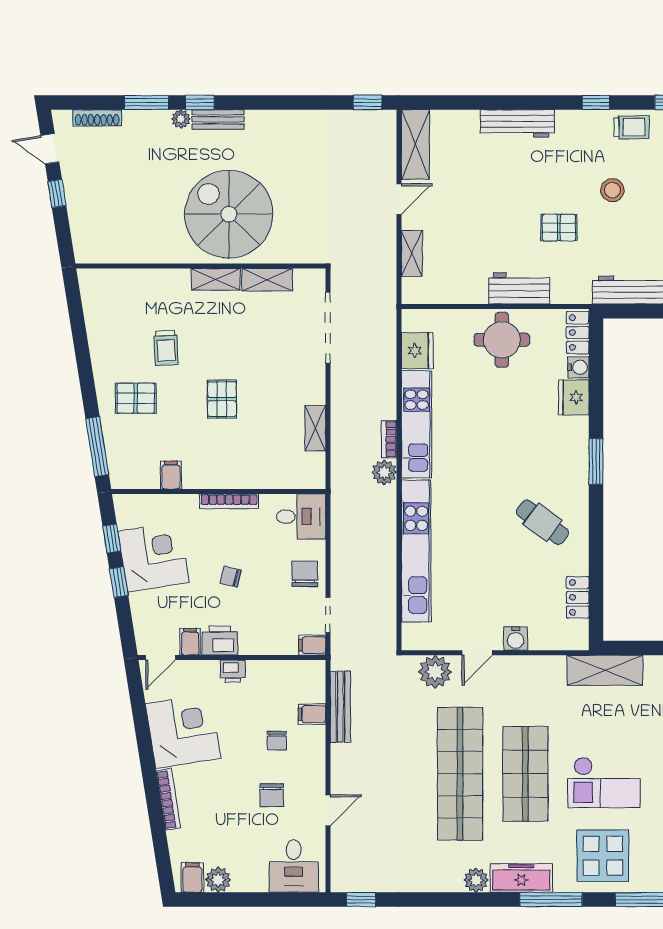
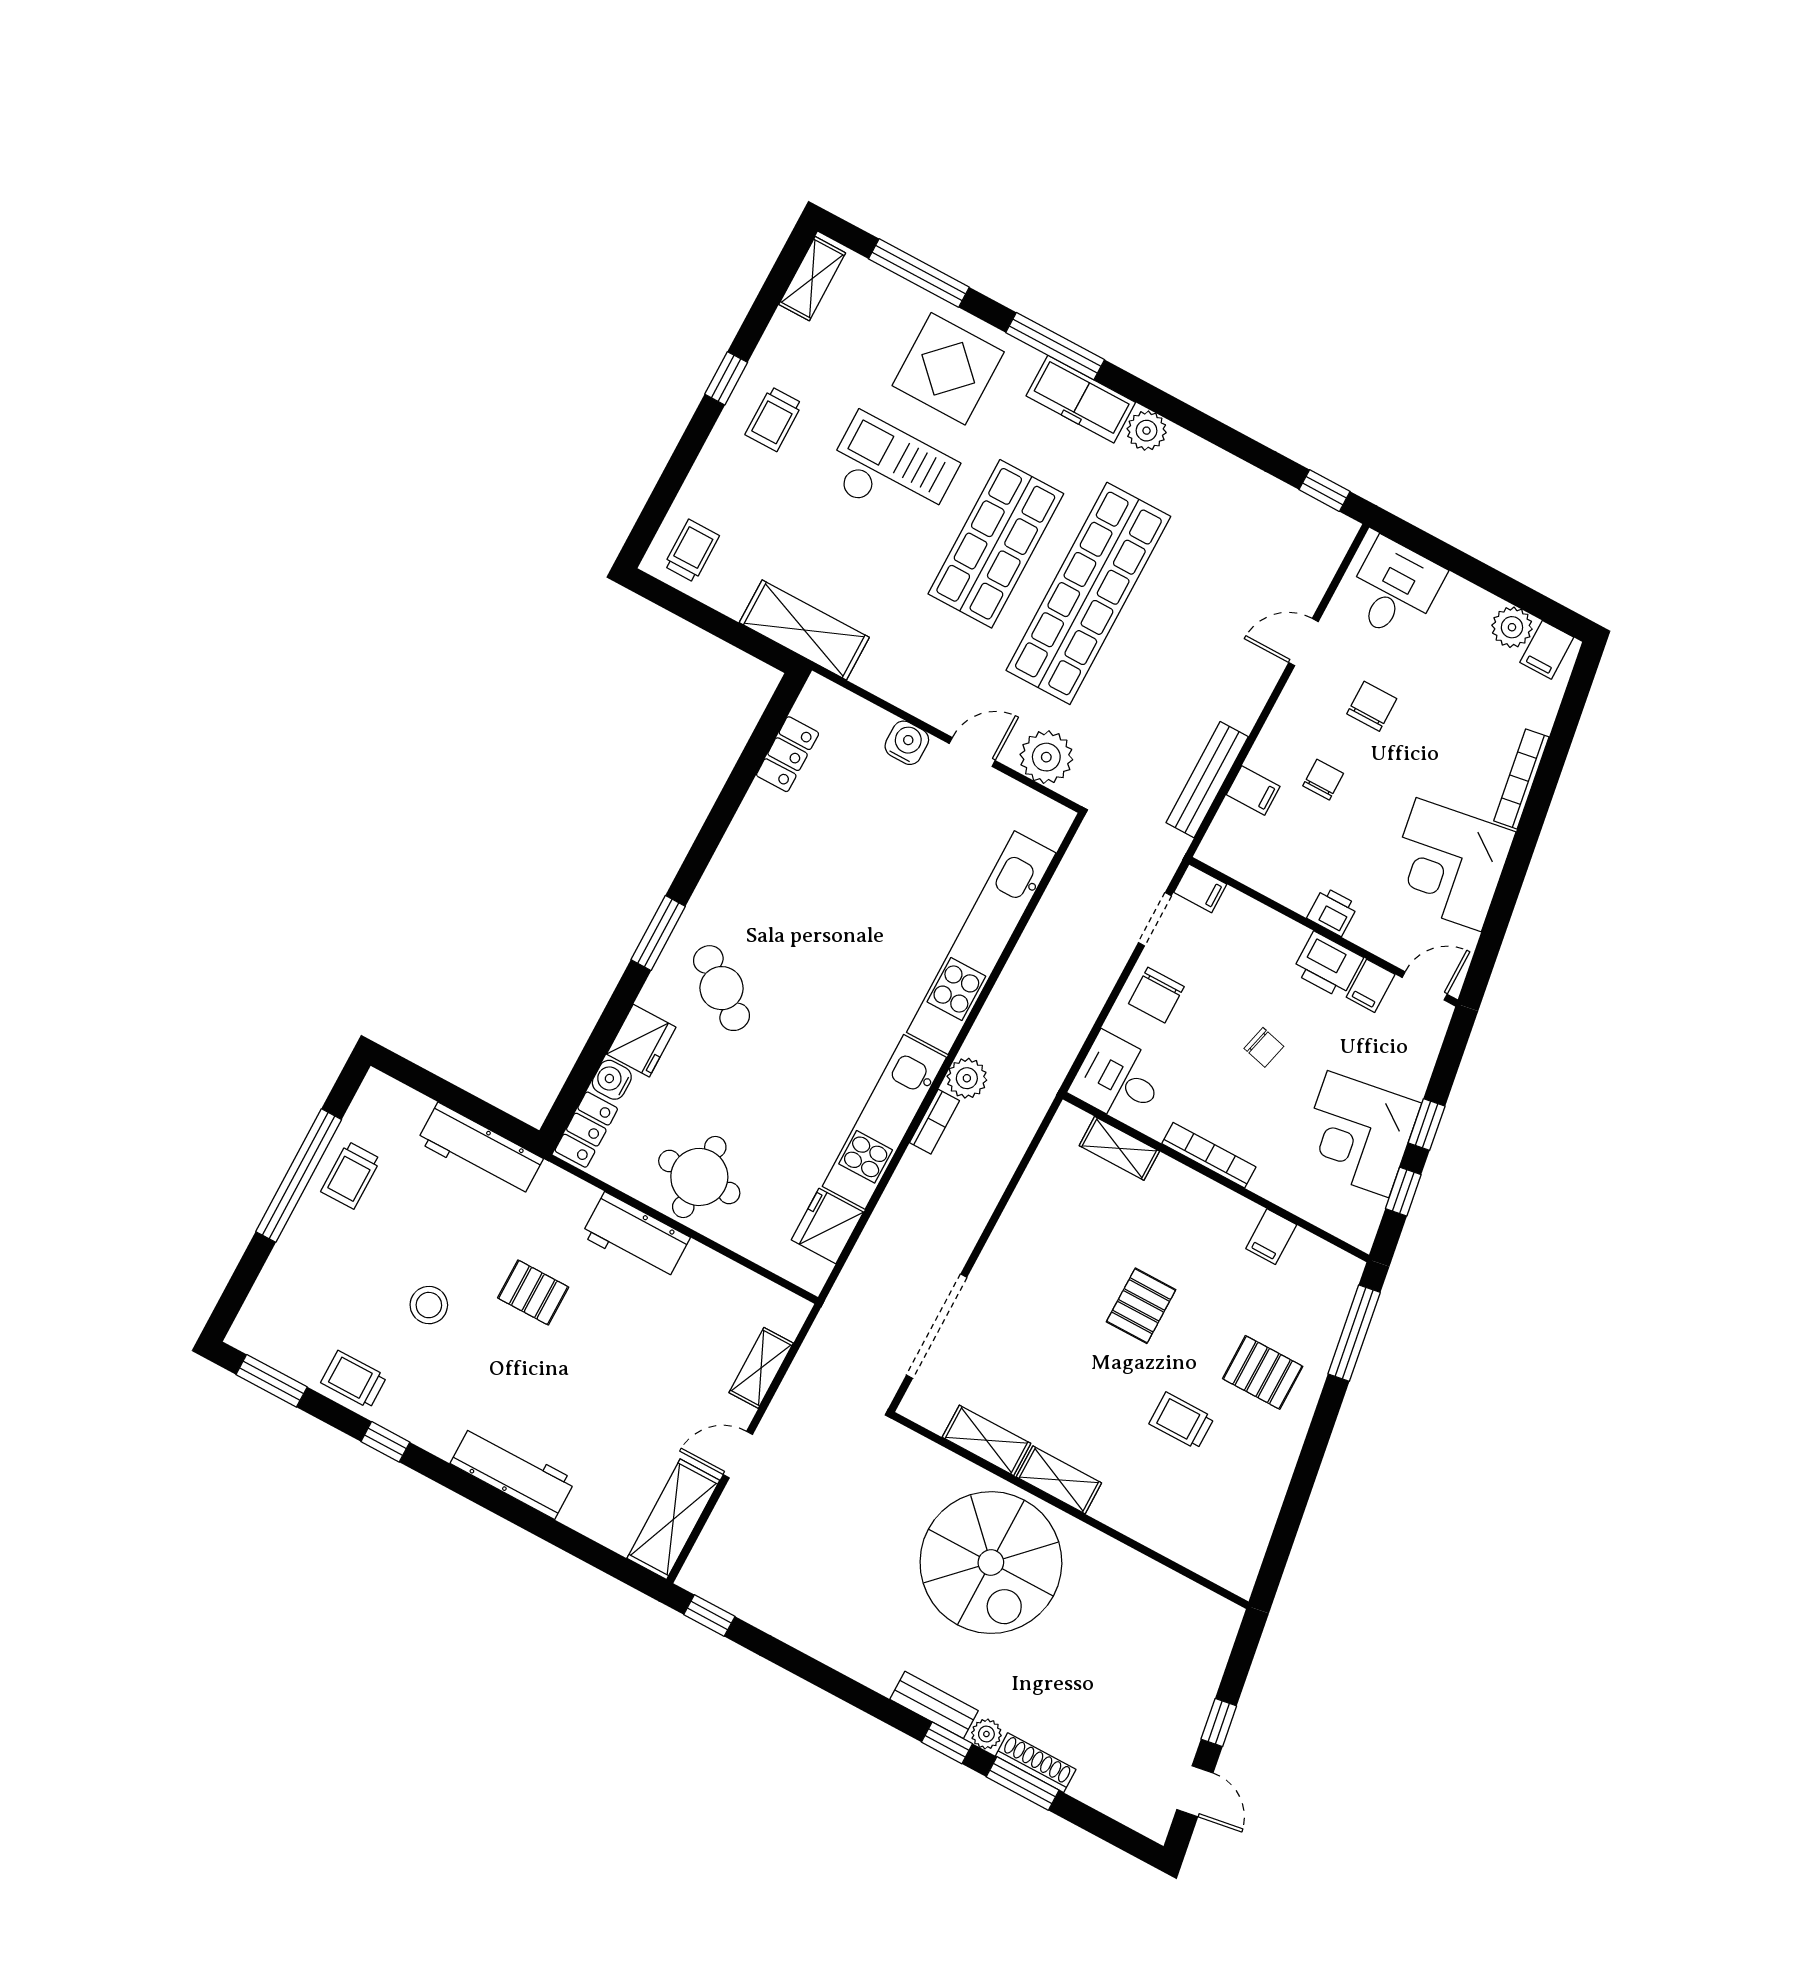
shoe rack: (97, 118) -> (1036, 1763), moved
trolley: (166, 348) -> (1182, 1421), turned -87
shelving: (315, 428) -> (1119, 1148), moved, turned 90
cafe table: (542, 522) -> (721, 988), moved

